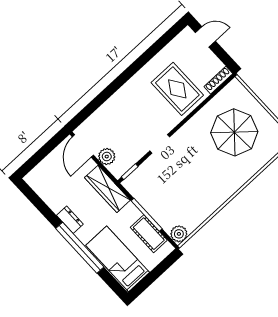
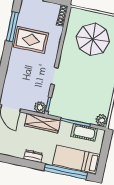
window: (151, 52) -> (12, 27), added
rug: (177, 89) -> (31, 40), moved
plant: (107, 157) -> (40, 107), moved
window: (80, 248) -> (66, 172), moved

